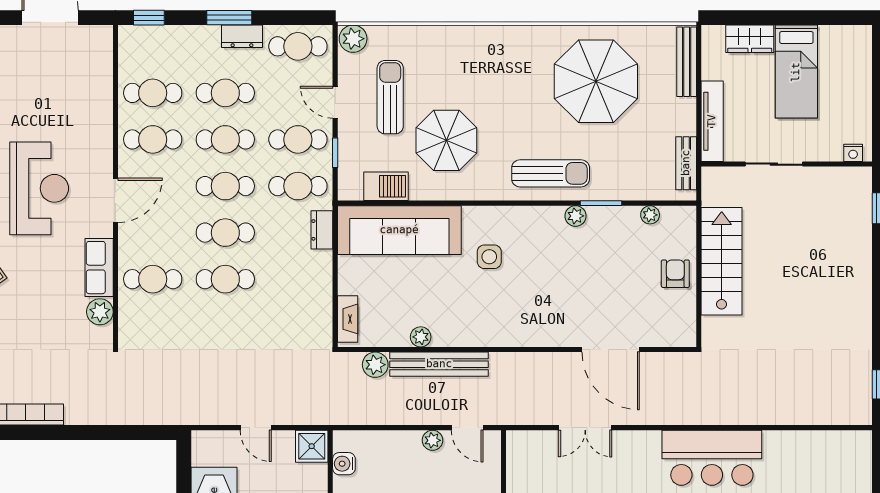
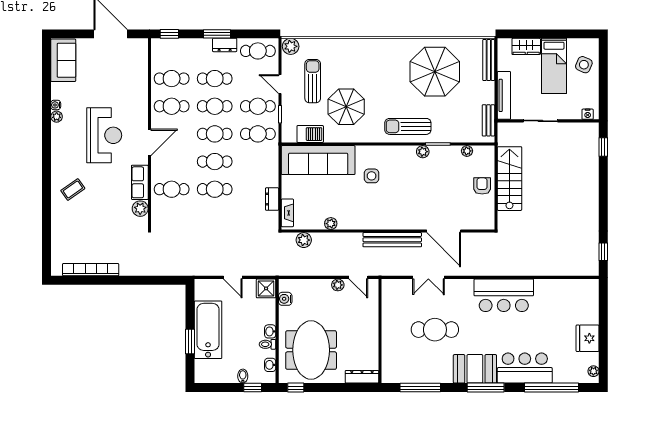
side table: (847, 69) -> (584, 65), added
sun lounger: (551, 173) -> (408, 126), turned 180
dresser: (322, 230) -> (272, 199), moved
bench: (439, 364) -> (392, 240), moved

